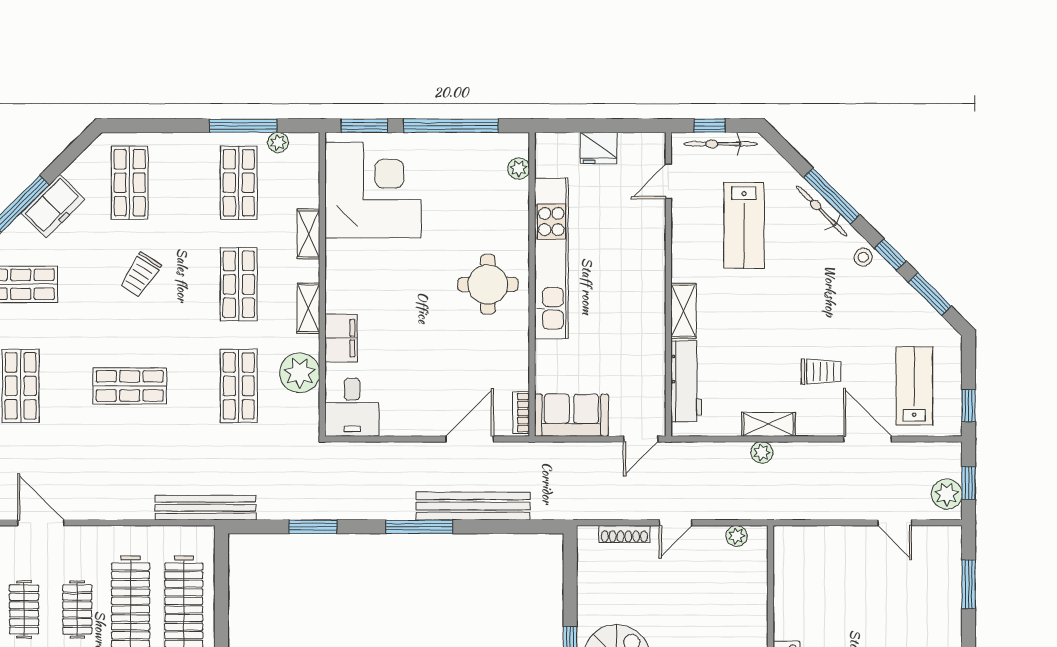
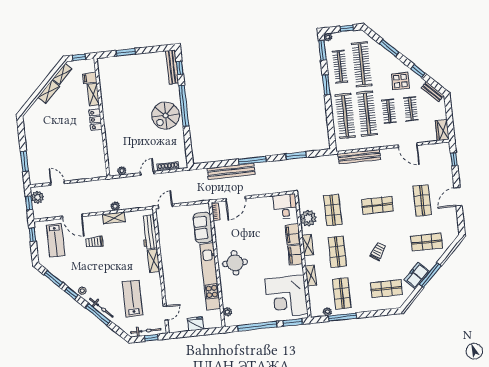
shop shelf: (130, 183) -> (386, 289), turned 90
filing cabinet: (341, 288) -> (295, 255), added
sofa: (571, 415) -> (203, 228), moved, turned 90
bench: (205, 508) -> (359, 157), moved

